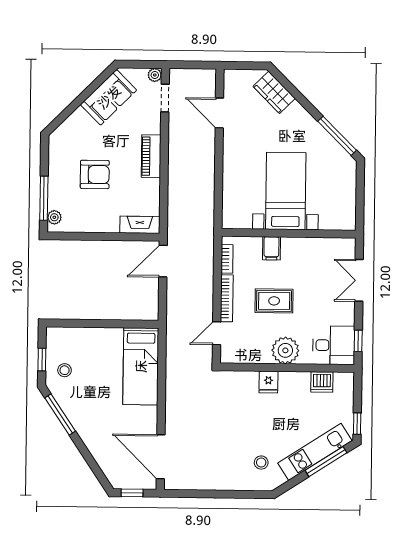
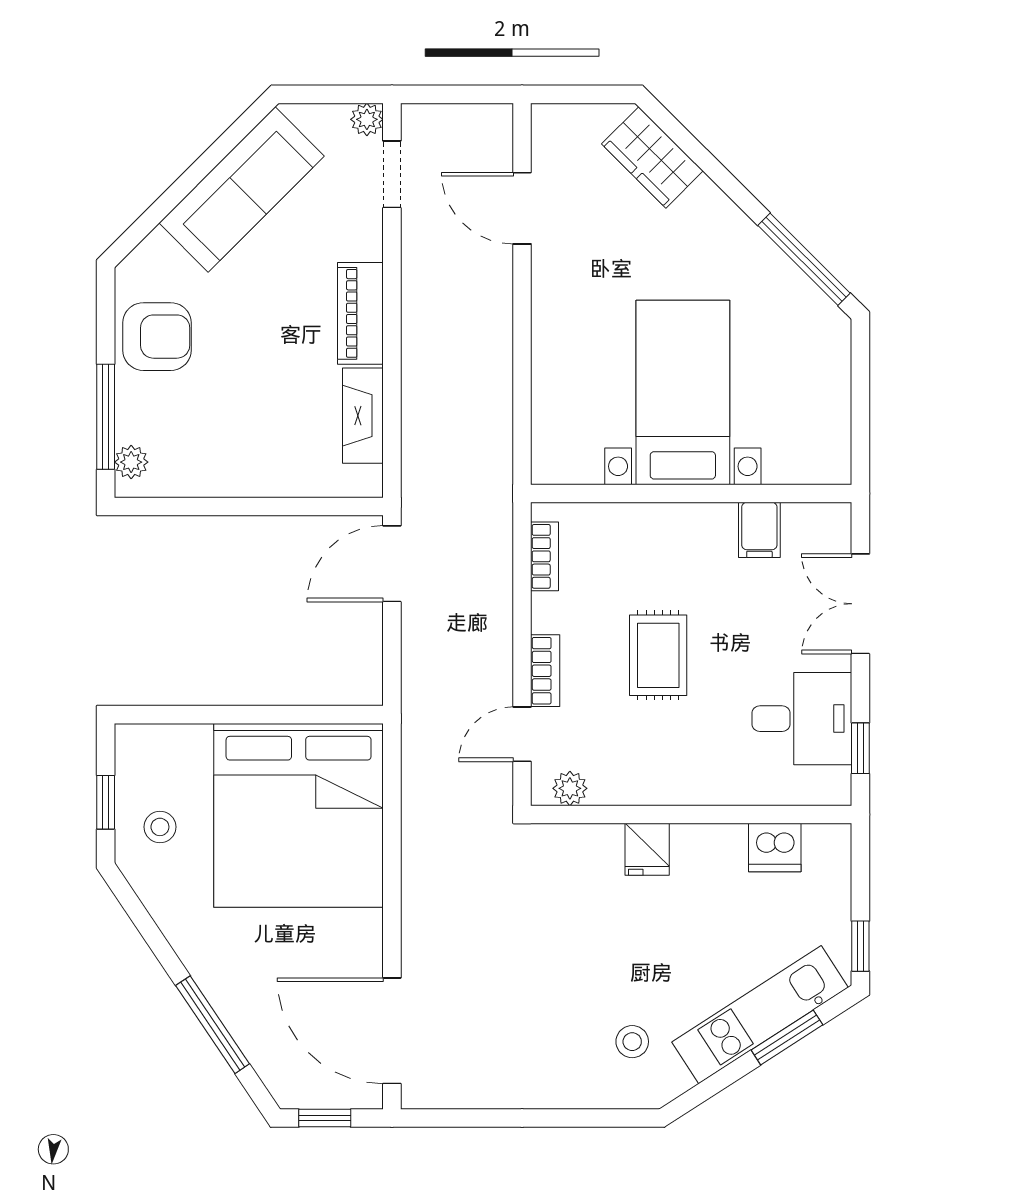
sofa: (109, 97) -> (242, 189), width x1.36
armchair: (95, 174) -> (157, 337), moved
fireplace: (140, 225) -> (363, 416), moved, turned -90
filing cabinet: (271, 248) -> (759, 530), moved
bookcase: (227, 298) -> (545, 671), width x0.64
rug: (274, 301) -> (658, 655), turned 90
desk: (334, 345) -> (802, 719), moved
plant: (285, 350) -> (570, 788), moved, width x0.53, depth x0.53
bed: (141, 366) -> (299, 815), width x2.04
window: (60, 414) -> (213, 1025), moved
window: (326, 462) -> (787, 1037), width x0.69

